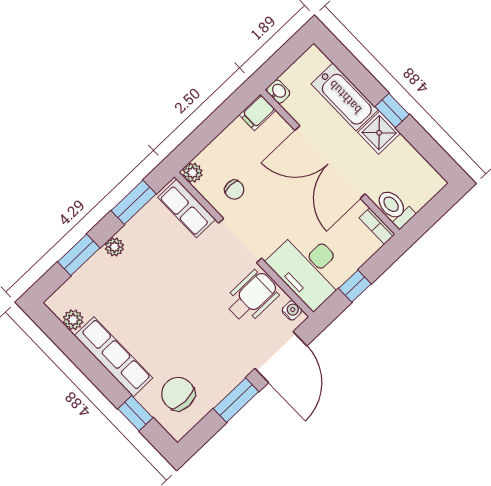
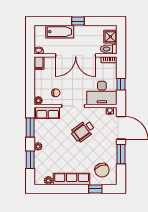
shower: (379, 133) -> (110, 37), moved
wheelchair: (252, 297) -> (83, 131), moved, turned -126
chair: (178, 394) -> (102, 170), turned -111

